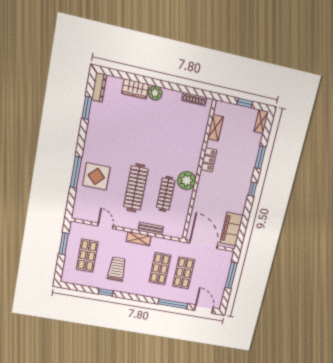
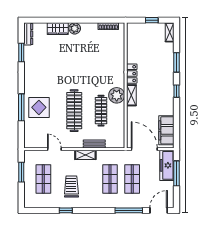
shelving: (215, 128) -> (131, 95), moved
freezer: (223, 265) -> (167, 165), added
door: (204, 309) -> (159, 210), hinge flipped

